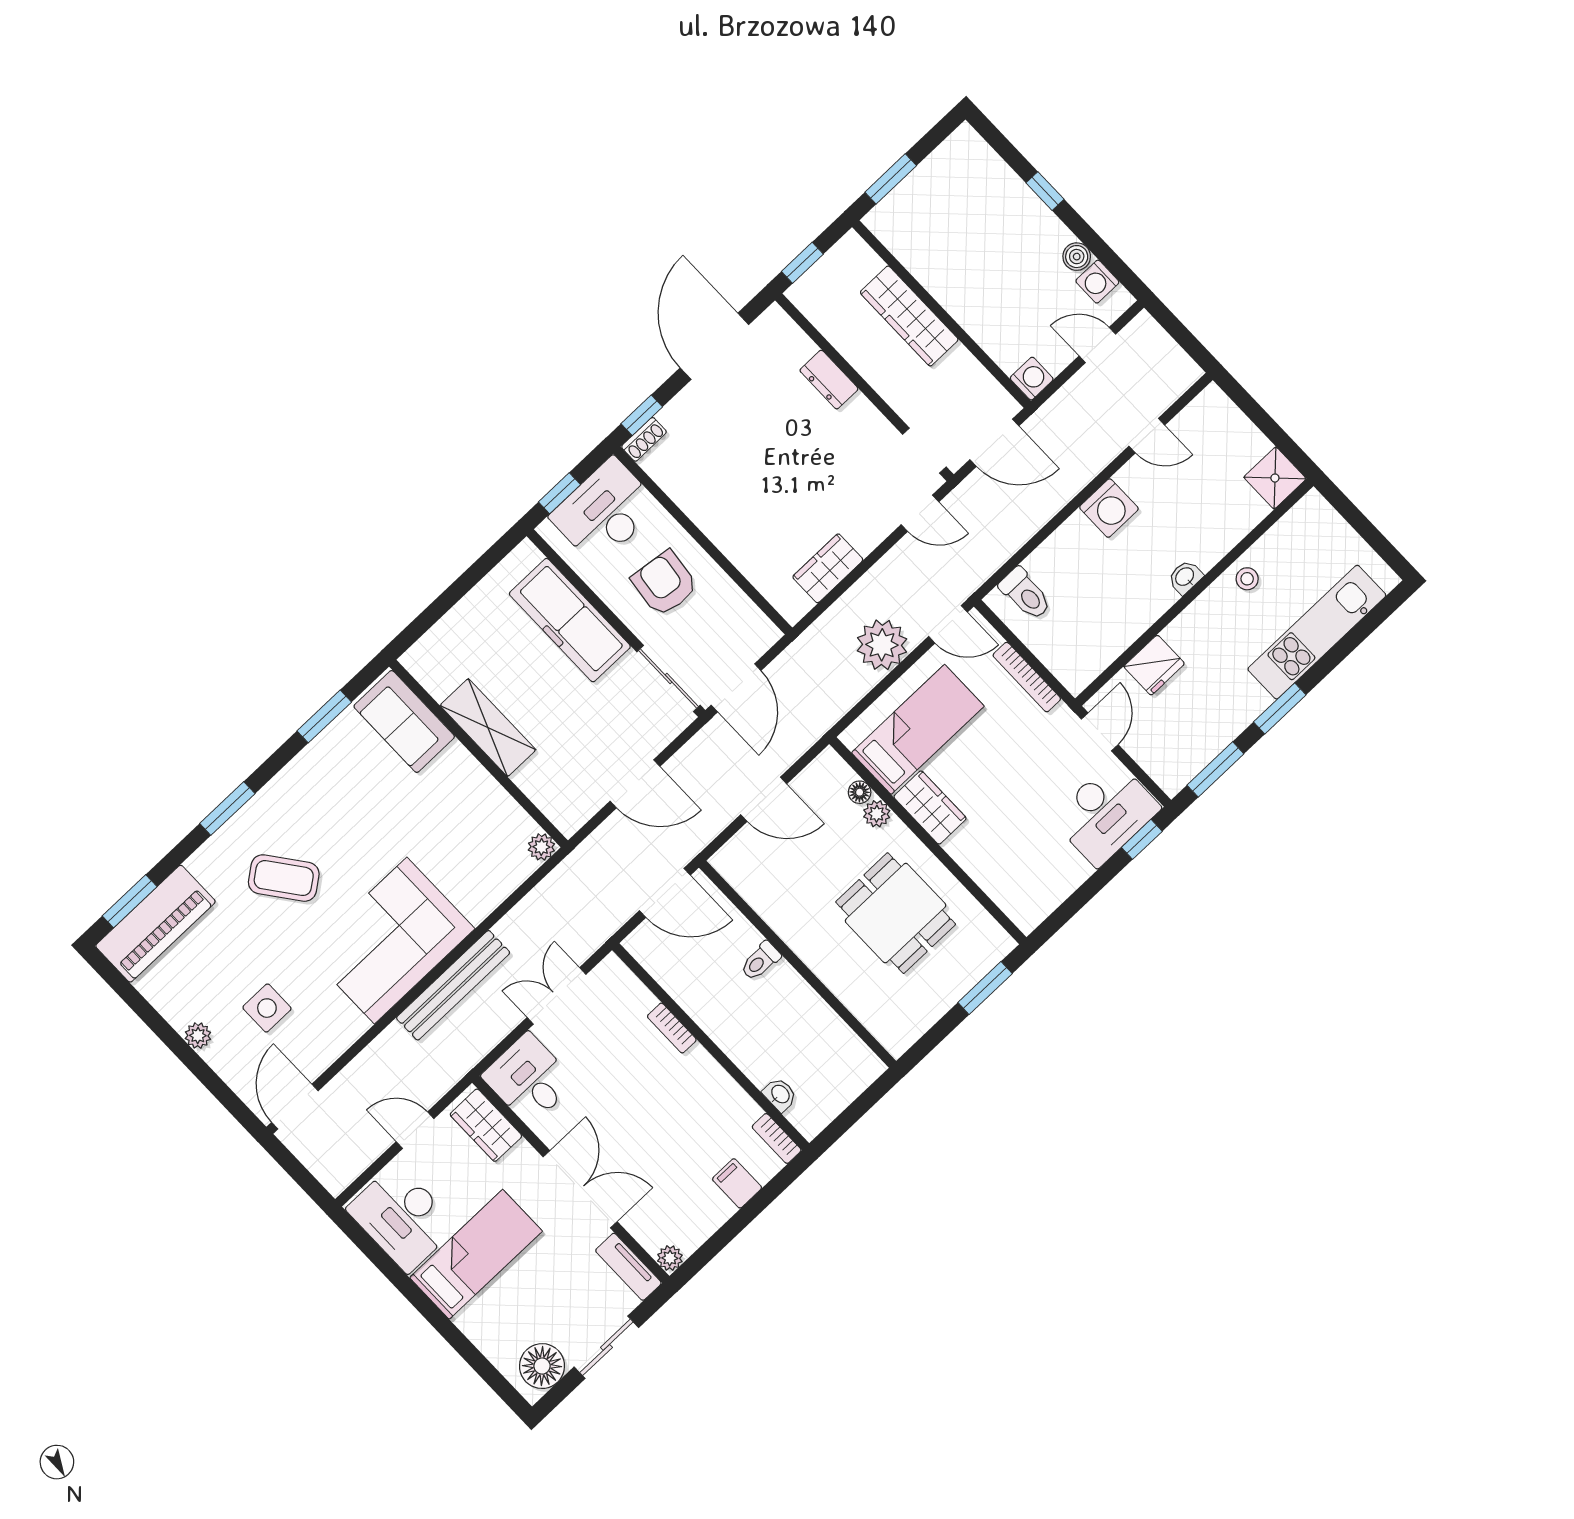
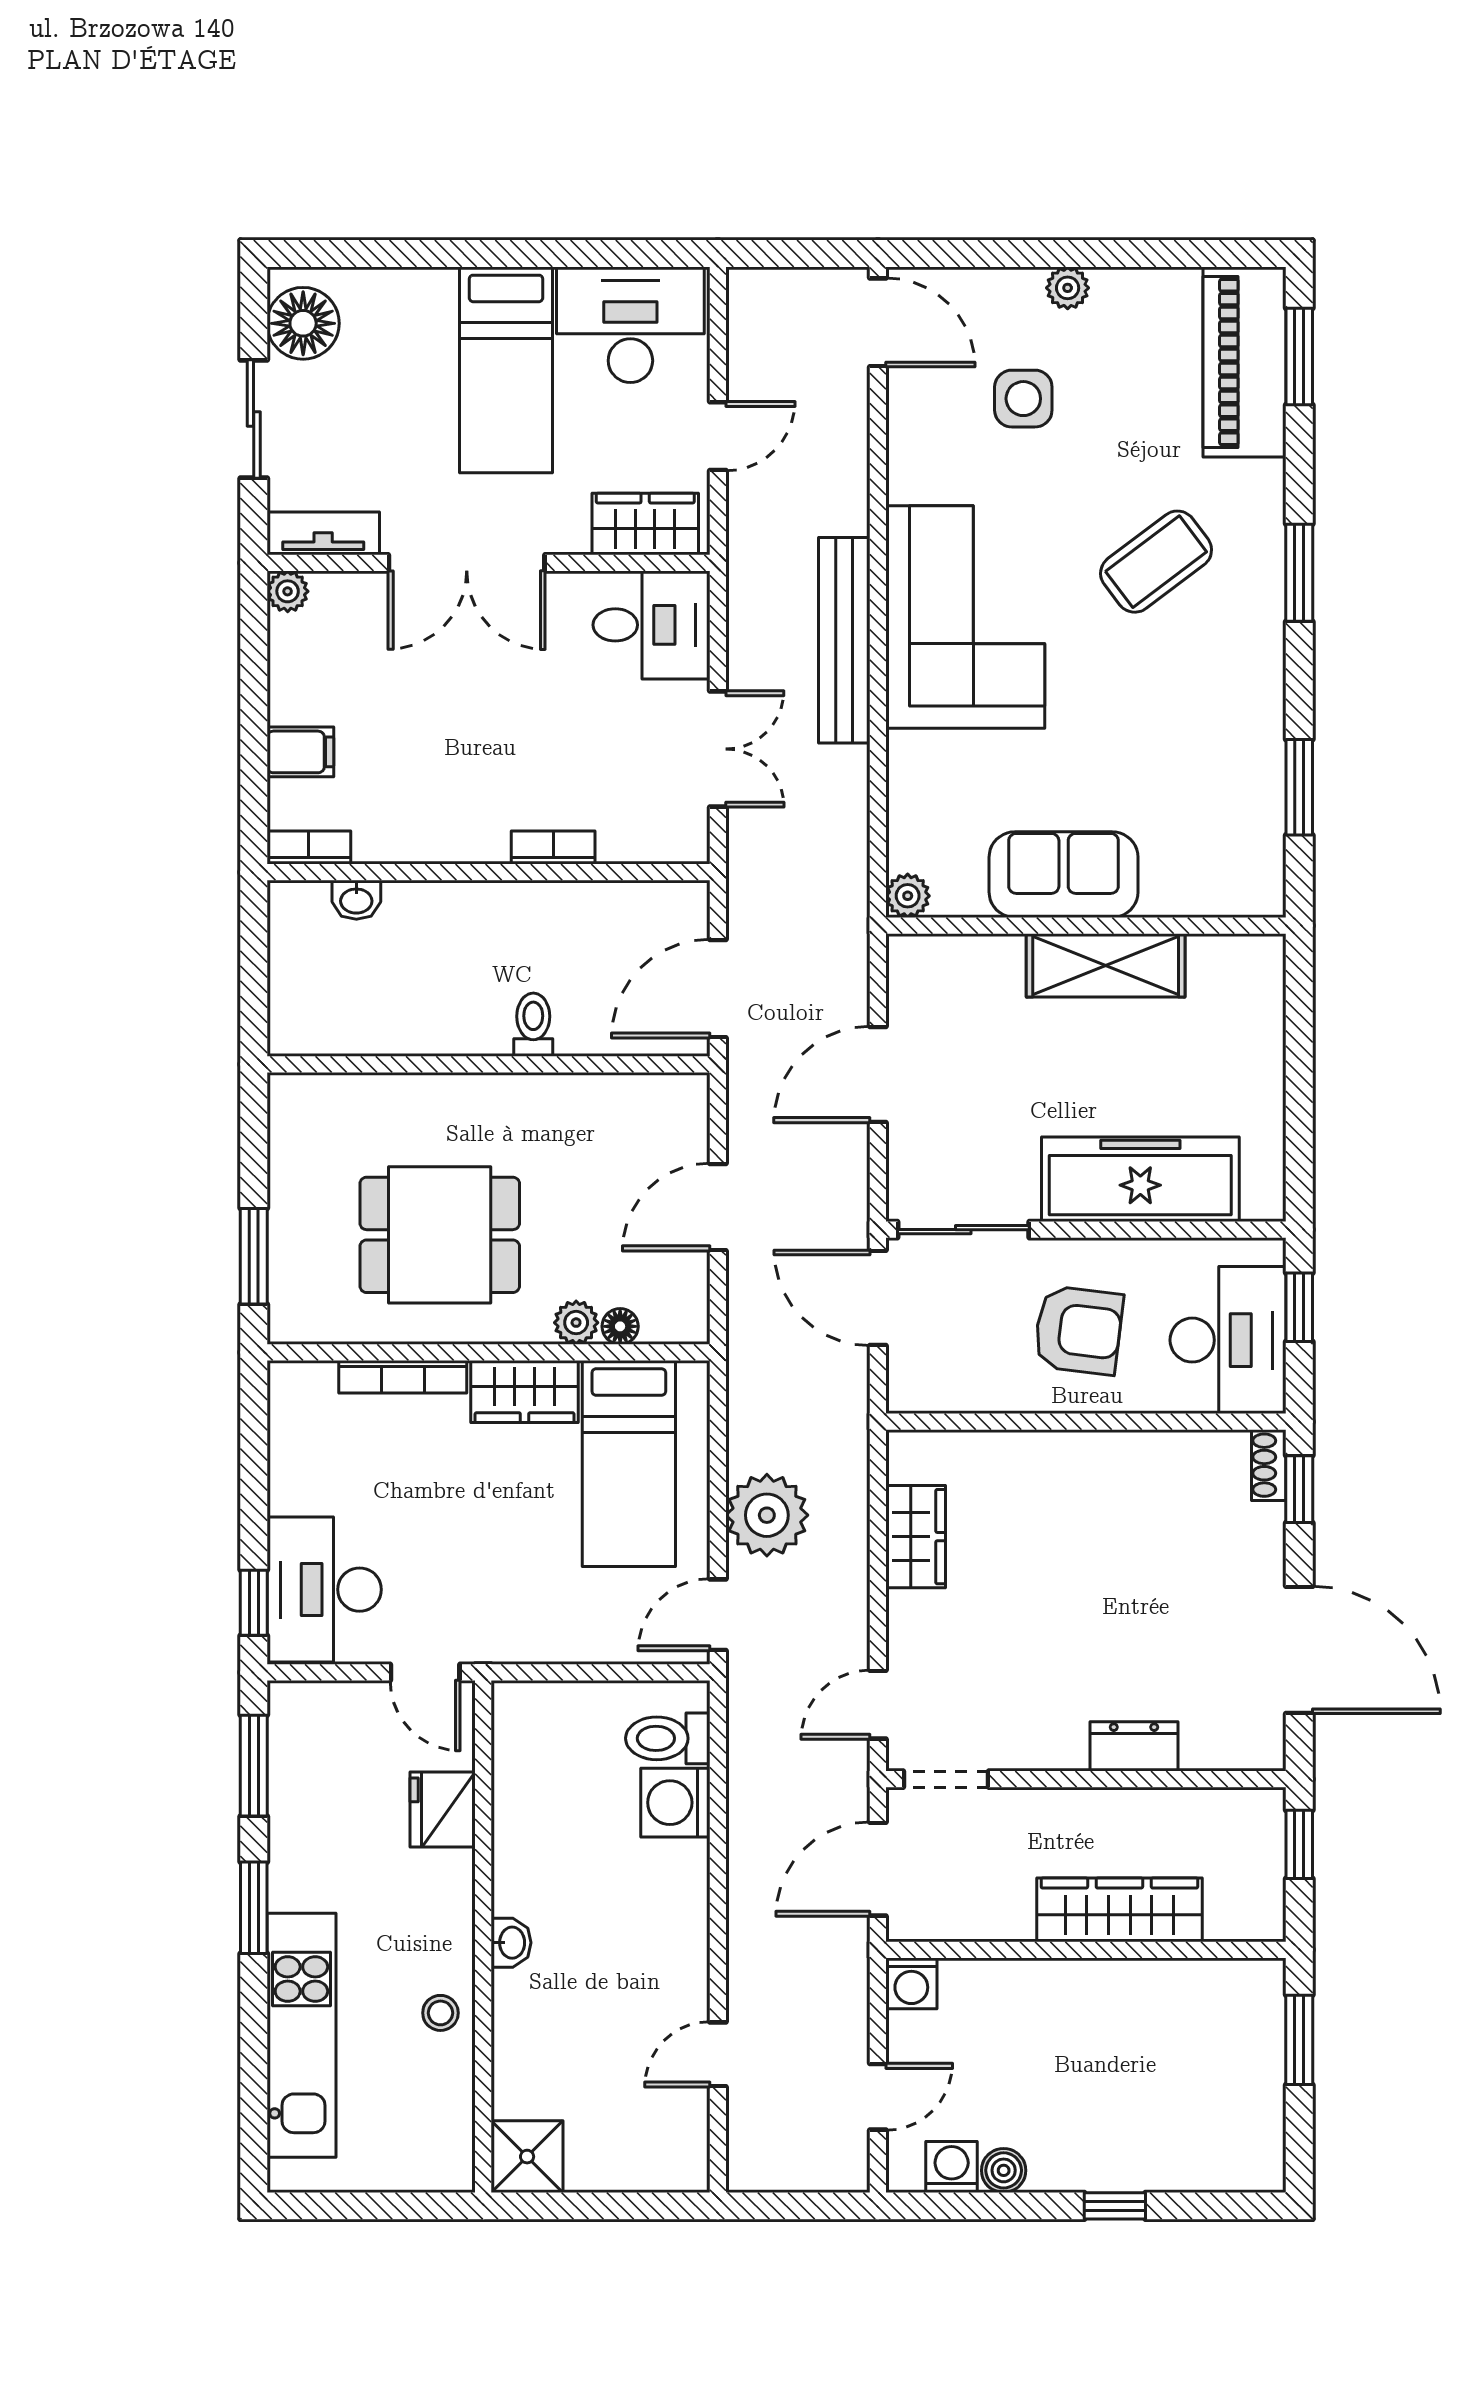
washing machine: (1109, 508) -> (675, 1803), moved
bookcase: (1027, 677) -> (403, 1377), moved, turned 180
sofa: (404, 721) -> (1064, 875), moved

